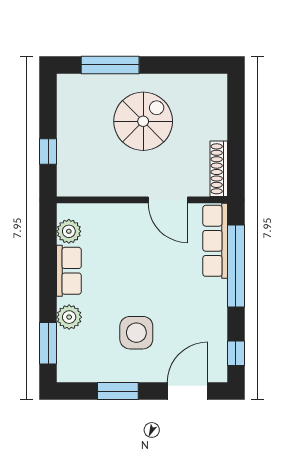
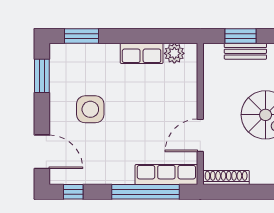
bench: (66, 146) -> (245, 51), added
window: (48, 152) -> (240, 36), width x1.50
plant: (69, 317) -> (103, 54), removed
window: (118, 391) -> (42, 76), moved

